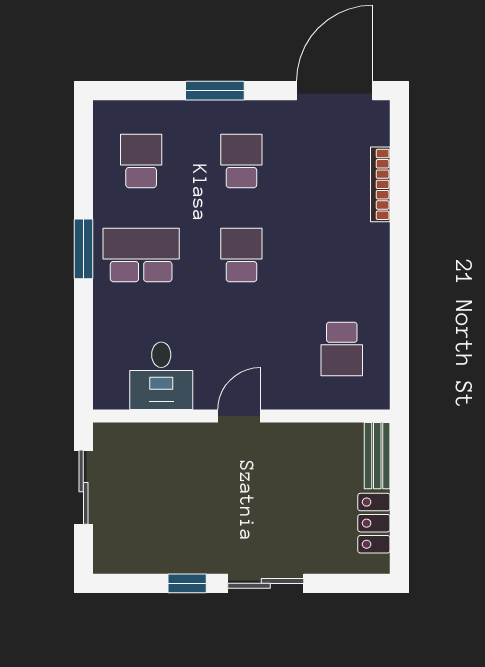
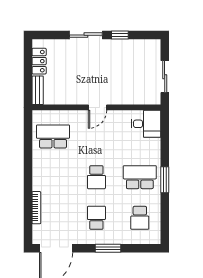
school desk: (241, 161) -> (96, 218), turned 180
school desk: (141, 255) -> (140, 177), turned 180
school desk: (342, 349) -> (53, 136), width x1.85
desk: (161, 376) -> (146, 124), moved, turned 90

